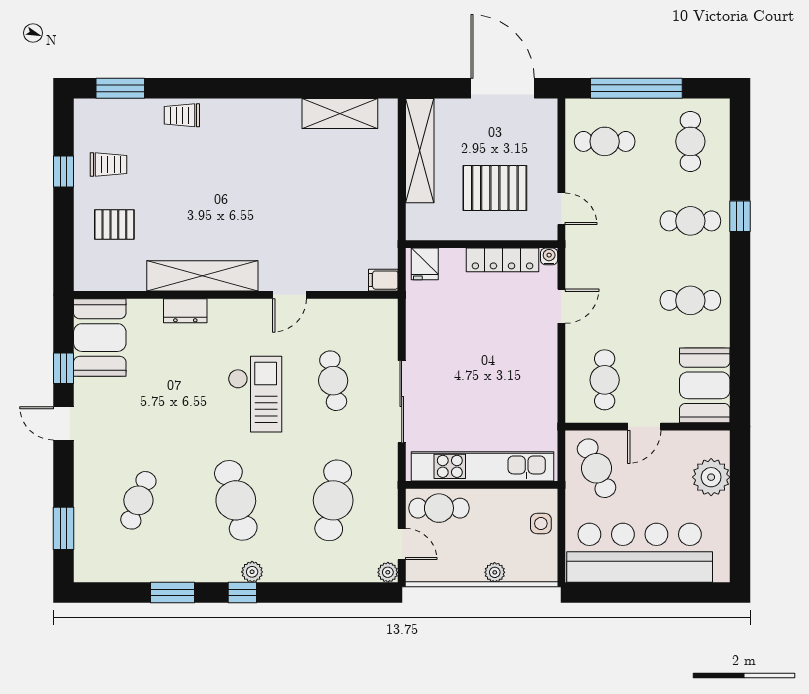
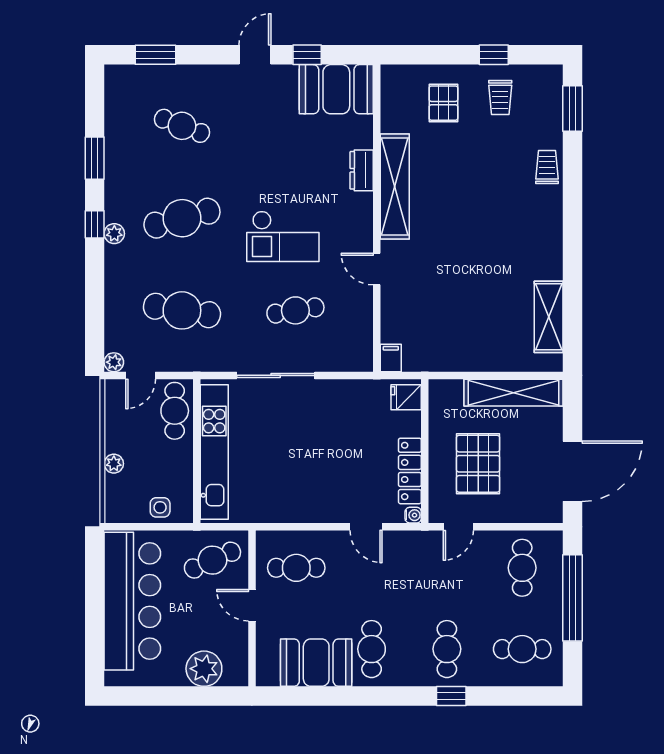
booth: (705, 385) -> (316, 663), moved

